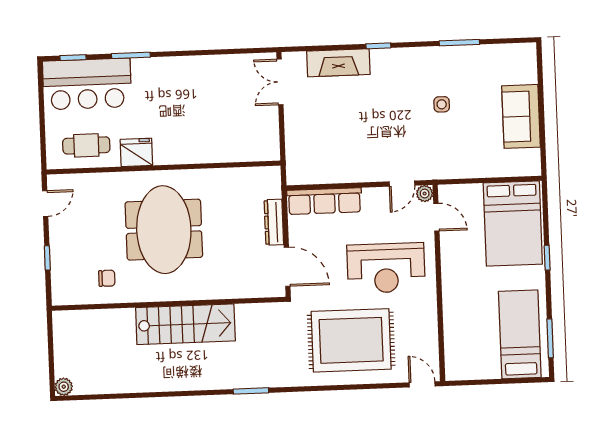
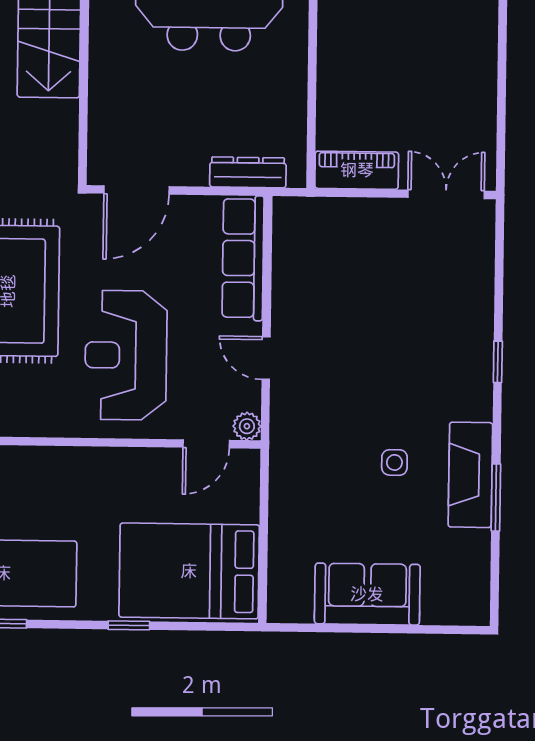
fireplace: (338, 63) -> (470, 475), moved
piano: (268, 136) -> (357, 170), added
door: (402, 184) -> (266, 358), moved
dresser: (274, 222) -> (248, 172), moved

